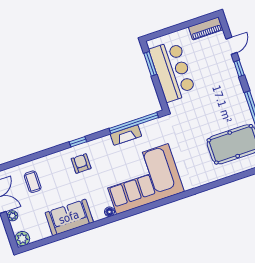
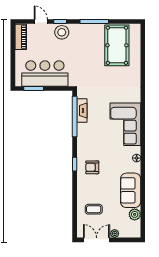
stool: (227, 75) -> (62, 32), added
fireplace: (126, 135) -> (82, 111), moved
corner sofa: (142, 179) -> (125, 124), width x0.73, depth x0.74
plant: (22, 239) -> (135, 214), moved

